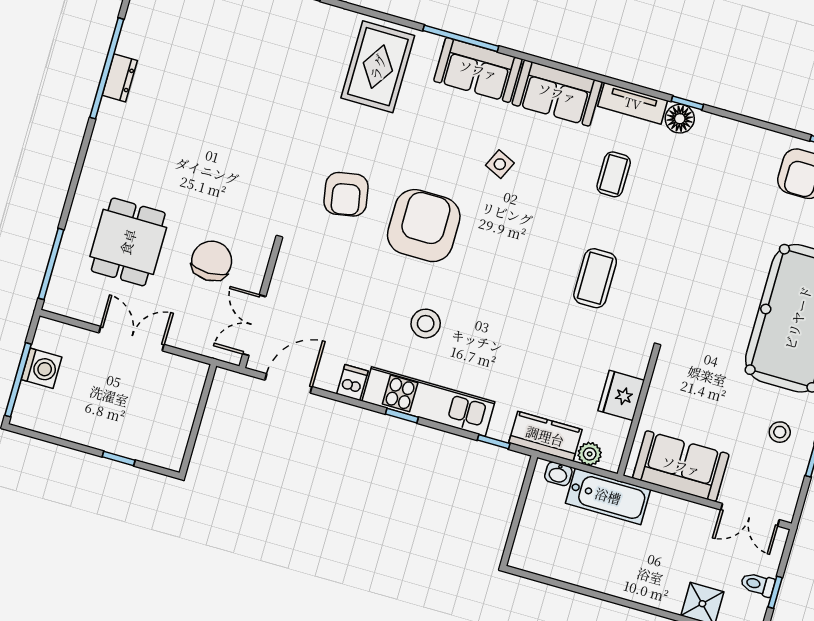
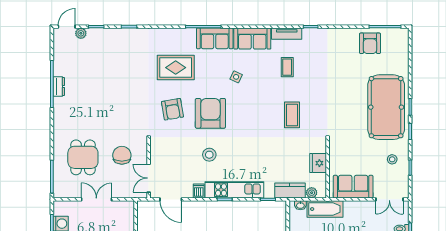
rug: (378, 67) -> (176, 68), moved, turned 90
floor lamp: (680, 119) -> (309, 34), removed
stool: (426, 324) -> (209, 155), moved
door: (288, 383) -> (171, 199), swing flipped

